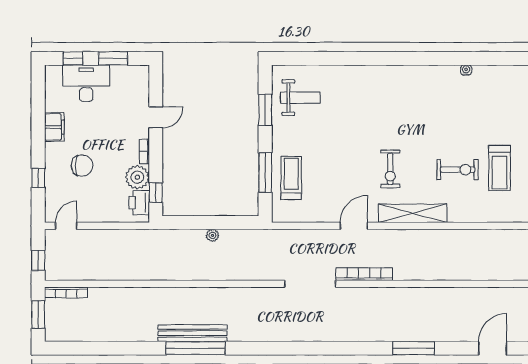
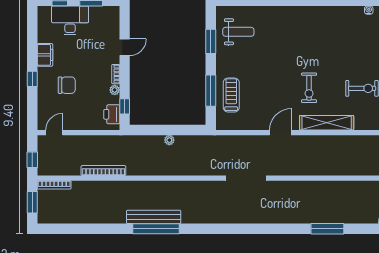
plant: (137, 177) -> (115, 90), width x0.53, depth x0.53
window: (38, 178) -> (32, 79), moved
bookcase: (364, 274) -> (103, 171), moved

